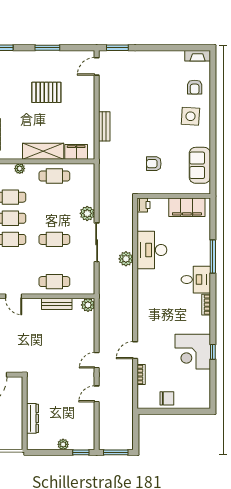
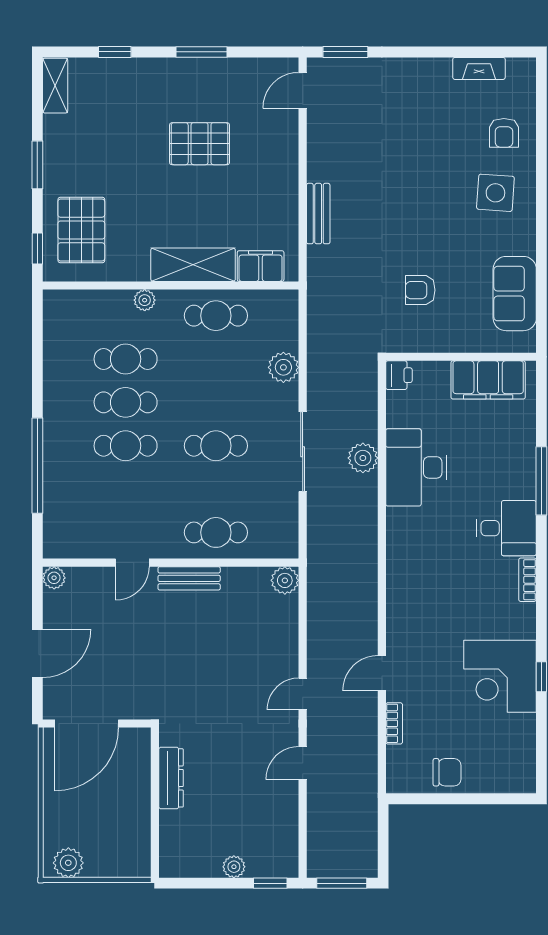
fireplace: (198, 56) -> (479, 68), moved
plant: (87, 213) -> (283, 367), moved
plant: (126, 259) -> (363, 458), moved
door: (14, 296) -> (132, 563), hinge flipped
bench: (57, 304) -> (189, 578), moved
dresser: (32, 418) -> (171, 778), moved

